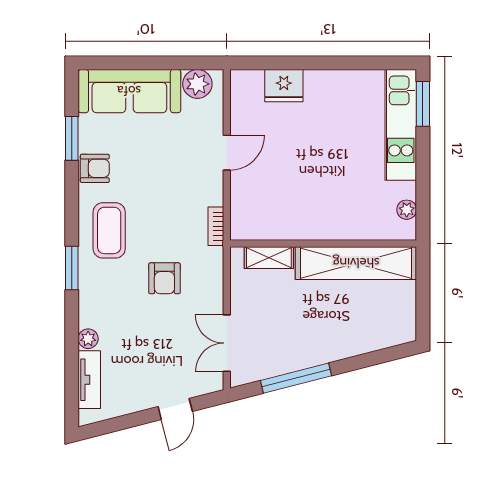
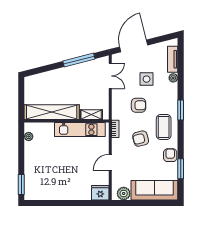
fridge: (284, 86) -> (100, 193), moved
kitchen unit: (401, 125) -> (80, 130), moved, turned 90
armchair: (95, 168) -> (170, 155), turned 90
armchair: (160, 205) -> (141, 139), added
armchair: (164, 278) -> (139, 105), turned 90
side table: (147, 336) -> (147, 79), added
door: (175, 409) -> (134, 46), width x1.87

